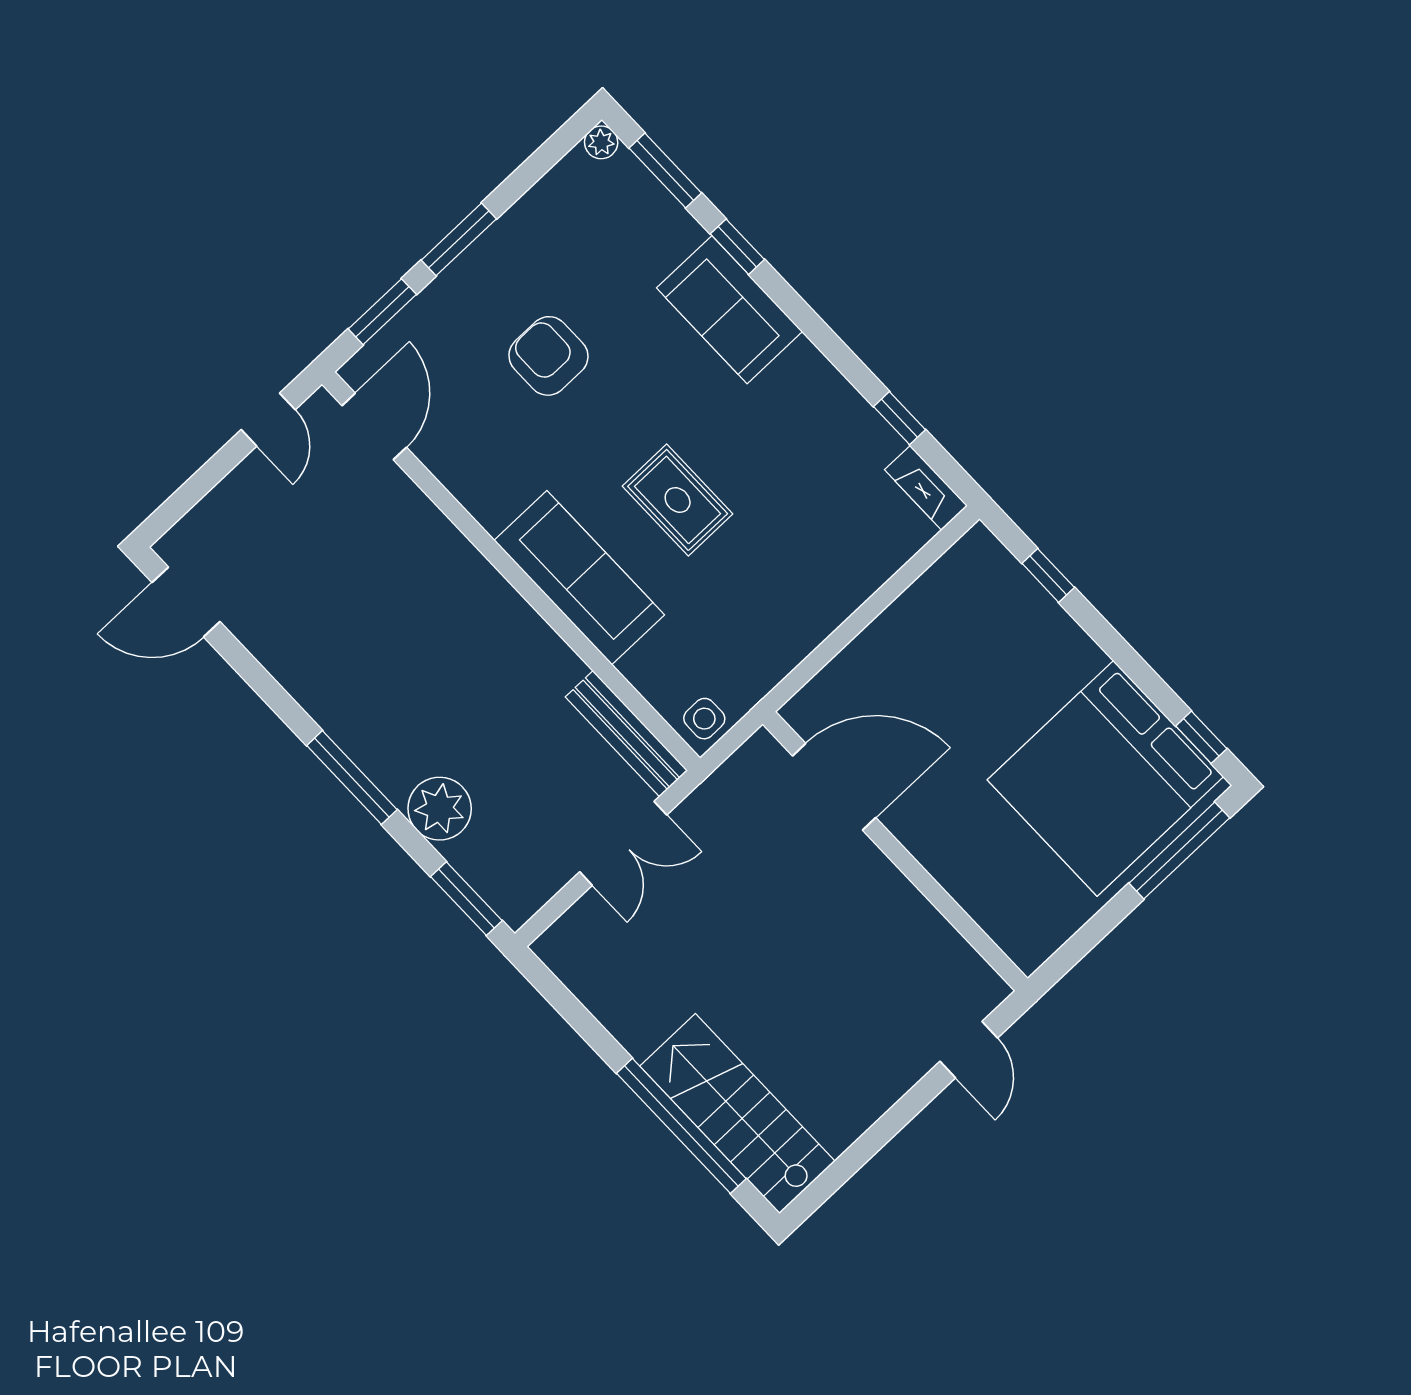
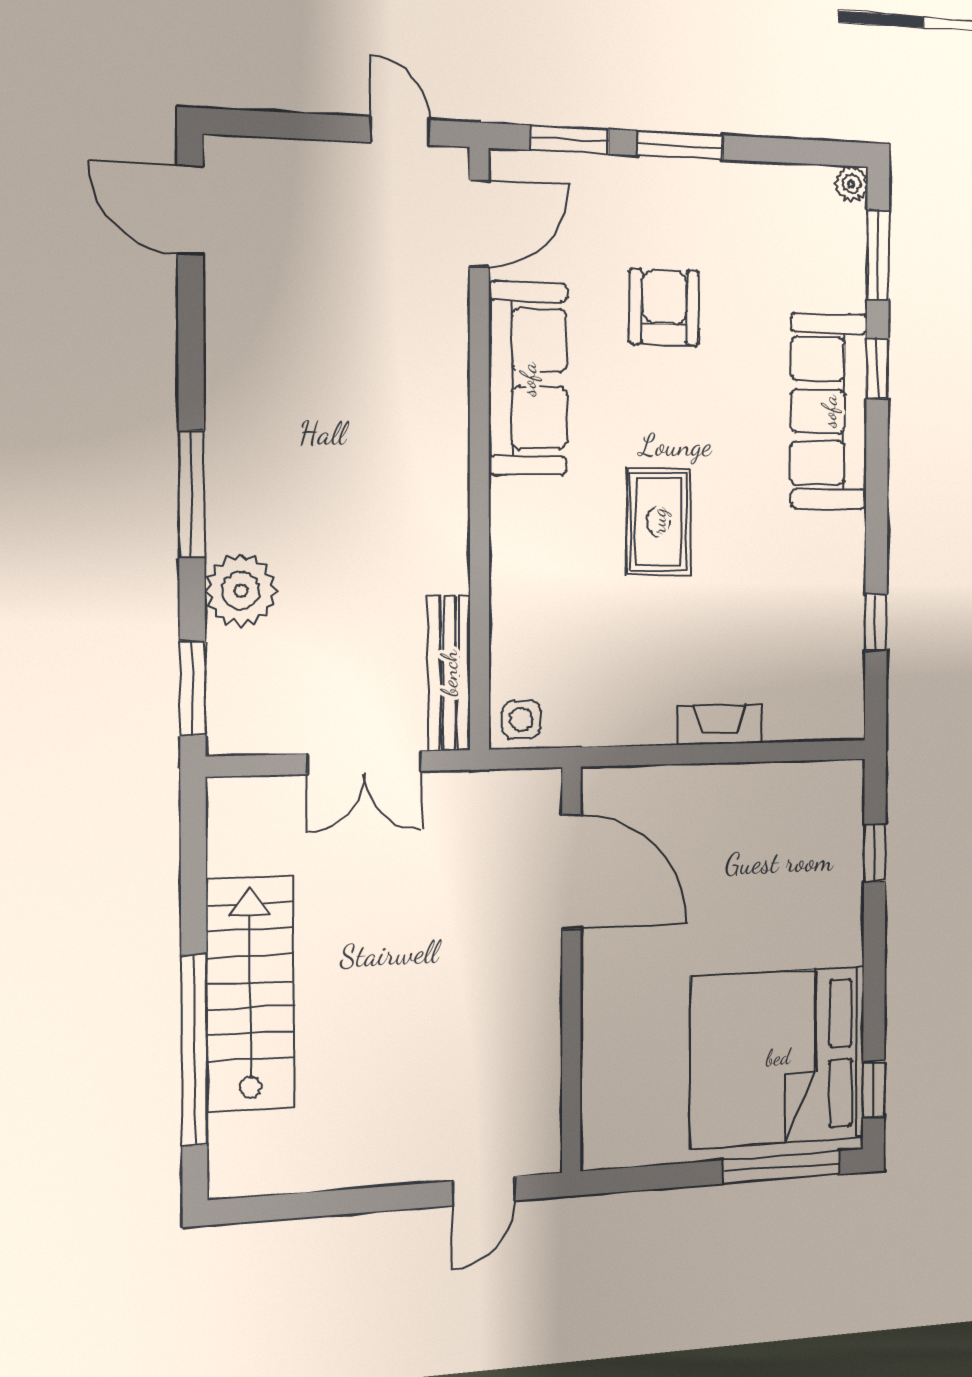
sofa: (730, 310) -> (829, 411), width x1.36
door: (268, 420) -> (400, 131), swing flipped
fireplace: (926, 488) -> (720, 725), moved, turned 90
sofa: (579, 578) -> (528, 379), moved
stairs: (737, 1114) -> (250, 994), moved

